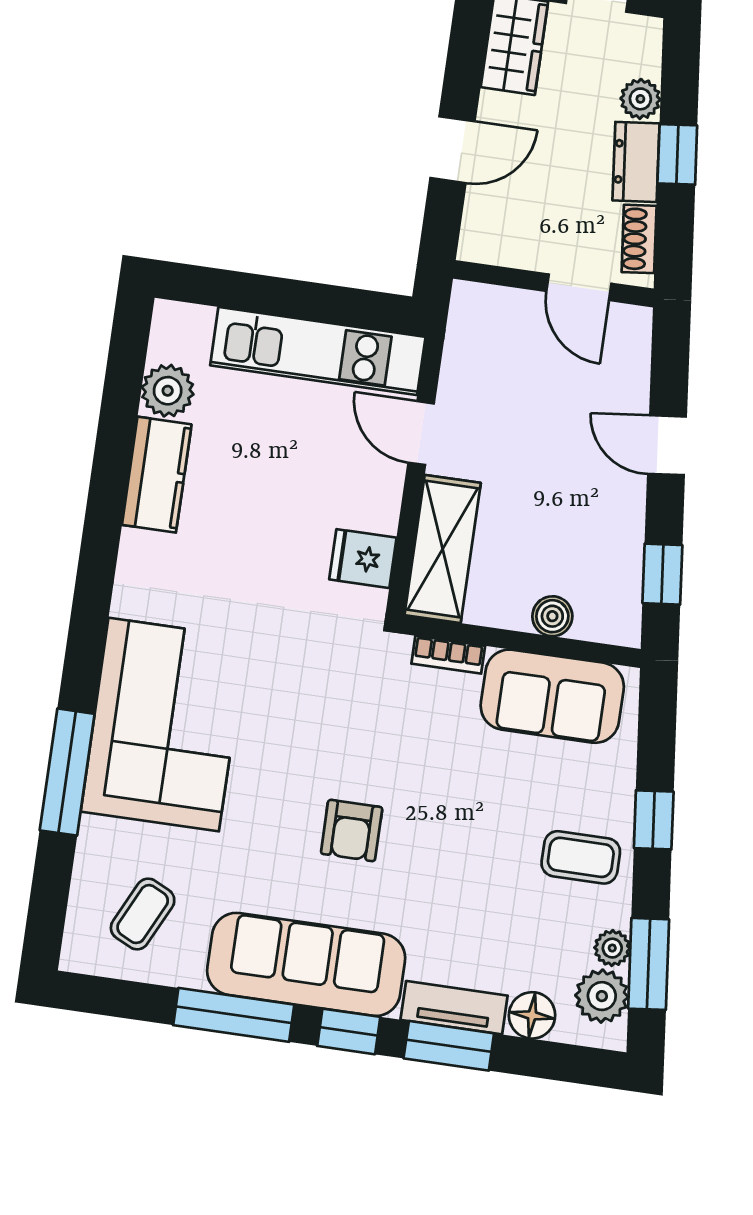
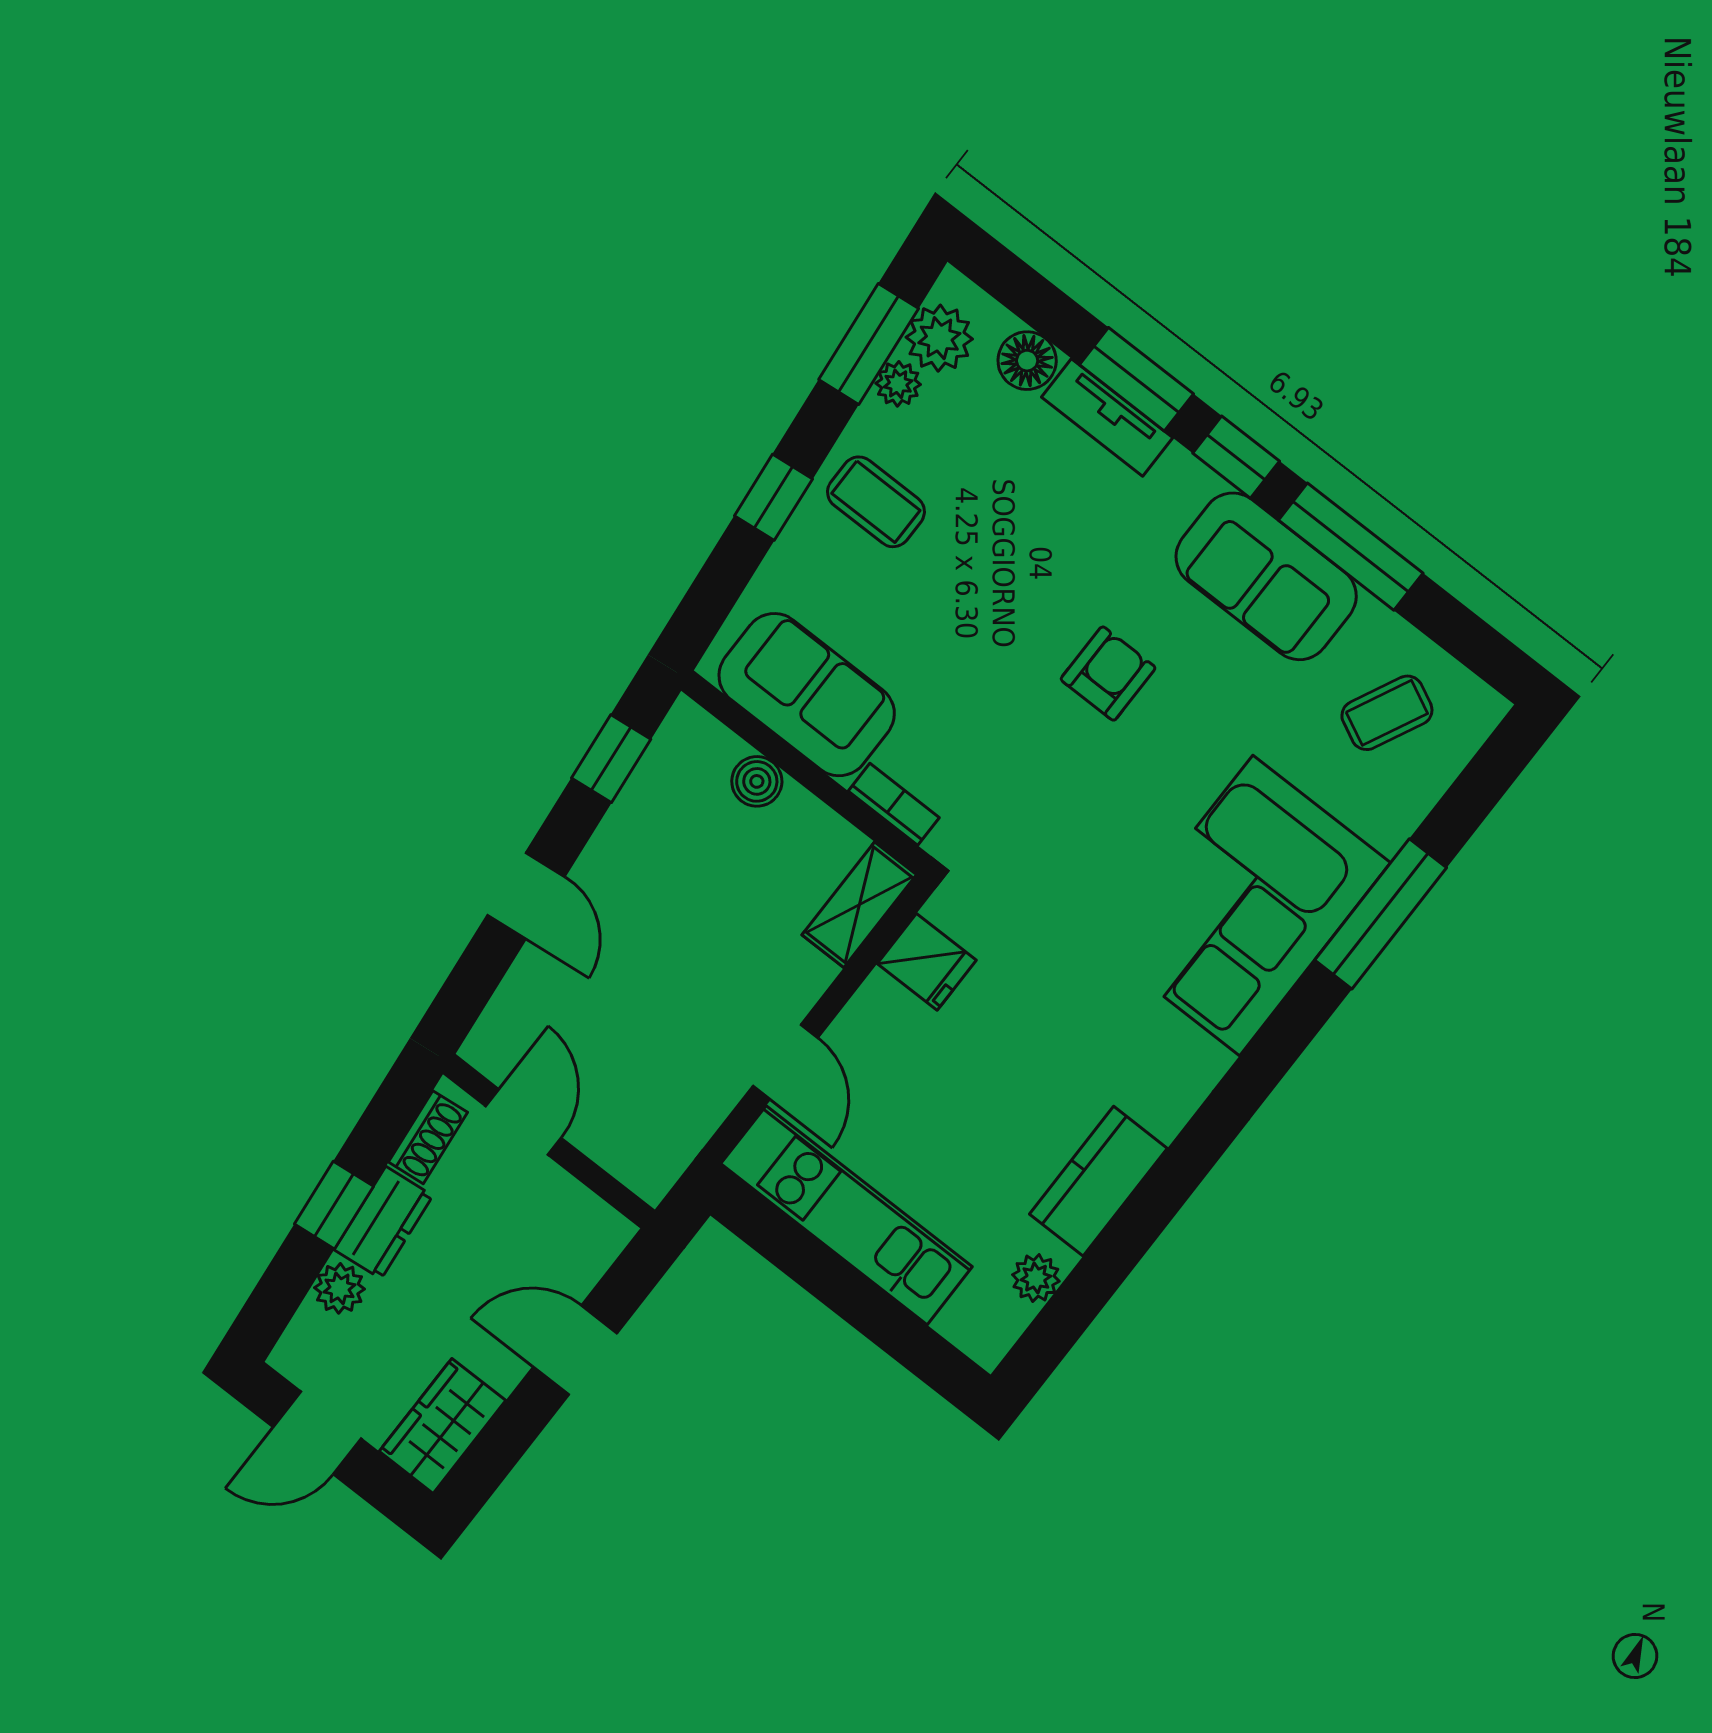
plant: (168, 391) -> (1036, 1278), width x0.73, depth x0.73
shelving: (443, 549) -> (859, 905), width x0.67, depth x0.75
sofa: (306, 964) -> (1266, 576), width x0.73

